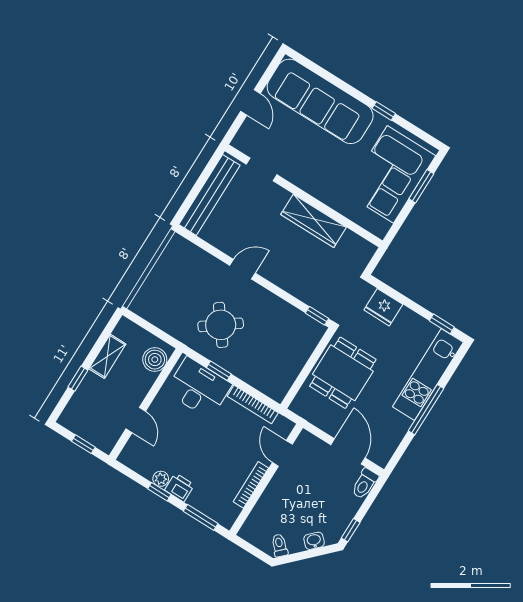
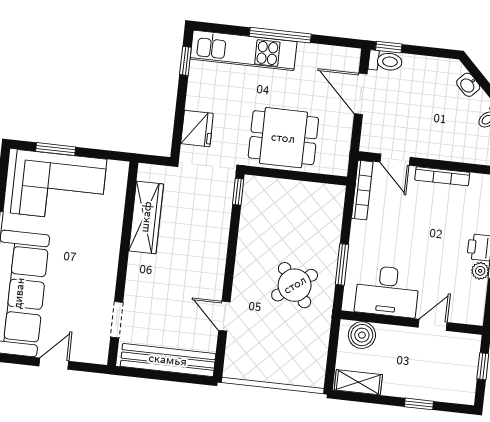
wardrobe: (314, 221) -> (146, 217), moved
door: (243, 269) -> (224, 316), moved
shelving: (107, 356) -> (358, 382), moved
window: (219, 371) -> (342, 264), width x1.50
desk: (199, 388) -> (387, 291), moved, turned -90
bookcase: (253, 404) -> (362, 190), moved
door: (348, 451) -> (361, 94), hinge flipped
door: (282, 453) -> (395, 160), hinge flipped
window: (351, 530) -> (389, 47), moved

